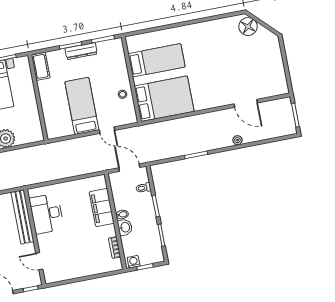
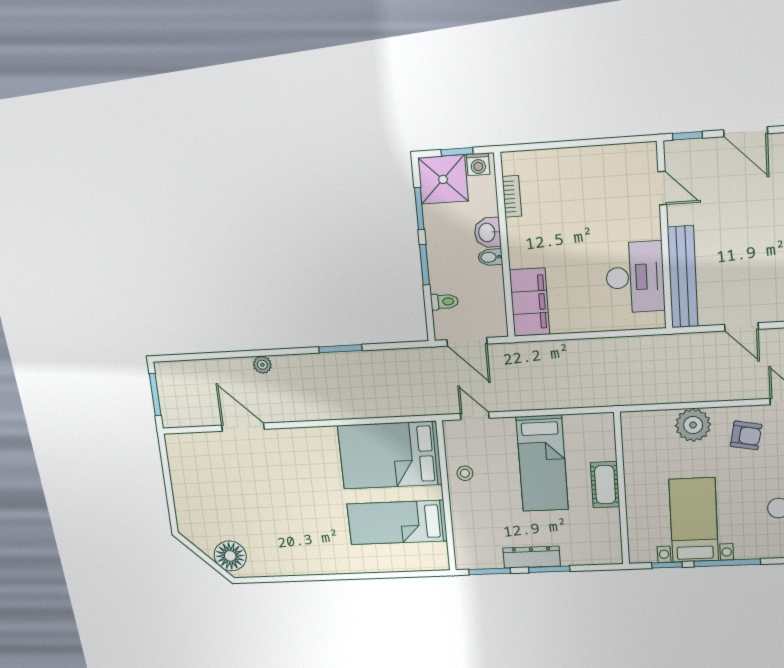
cot: (41, 66) -> (605, 485), moved
door: (107, 130) -> (475, 416), moved
filing cabinet: (102, 208) -> (530, 302), moved
shower: (151, 252) -> (443, 179), added

